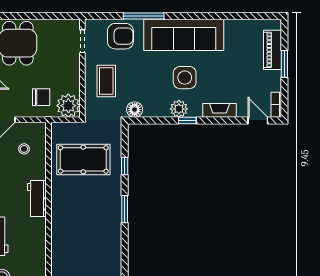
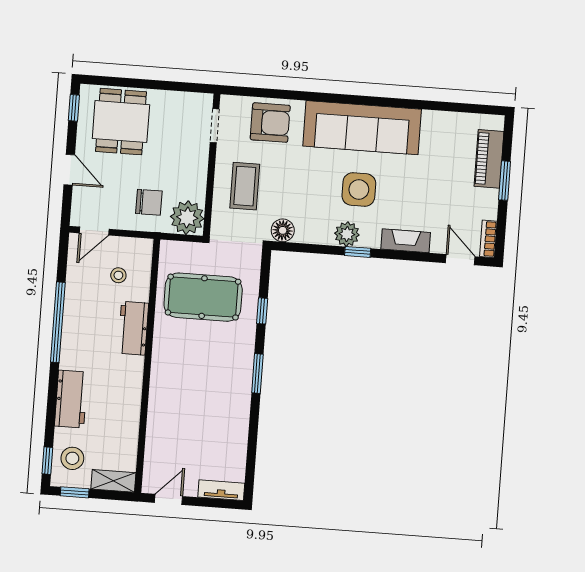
window: (144, 16) -> (306, 96), removed
workbench: (37, 199) -> (133, 328), moved

